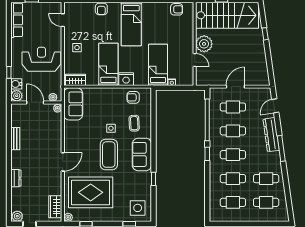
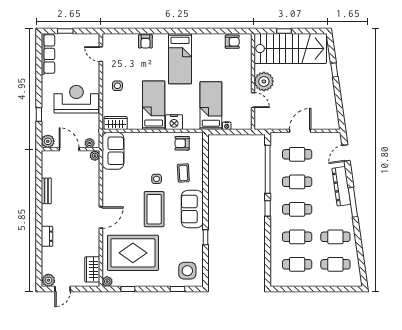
water cooler: (16, 84) -> (47, 128), removed

